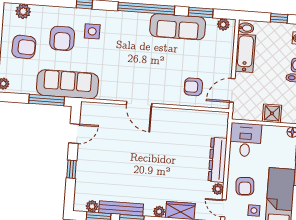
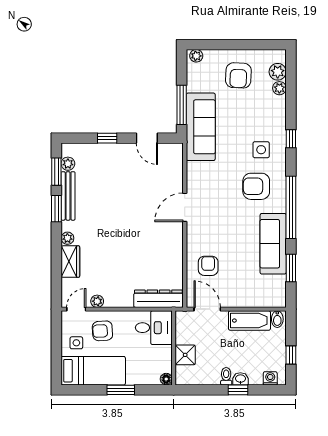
plant: (223, 24) -> (279, 88), moved
armchair: (62, 38) -> (256, 186), moved
dresser: (218, 160) -> (158, 299), moved

